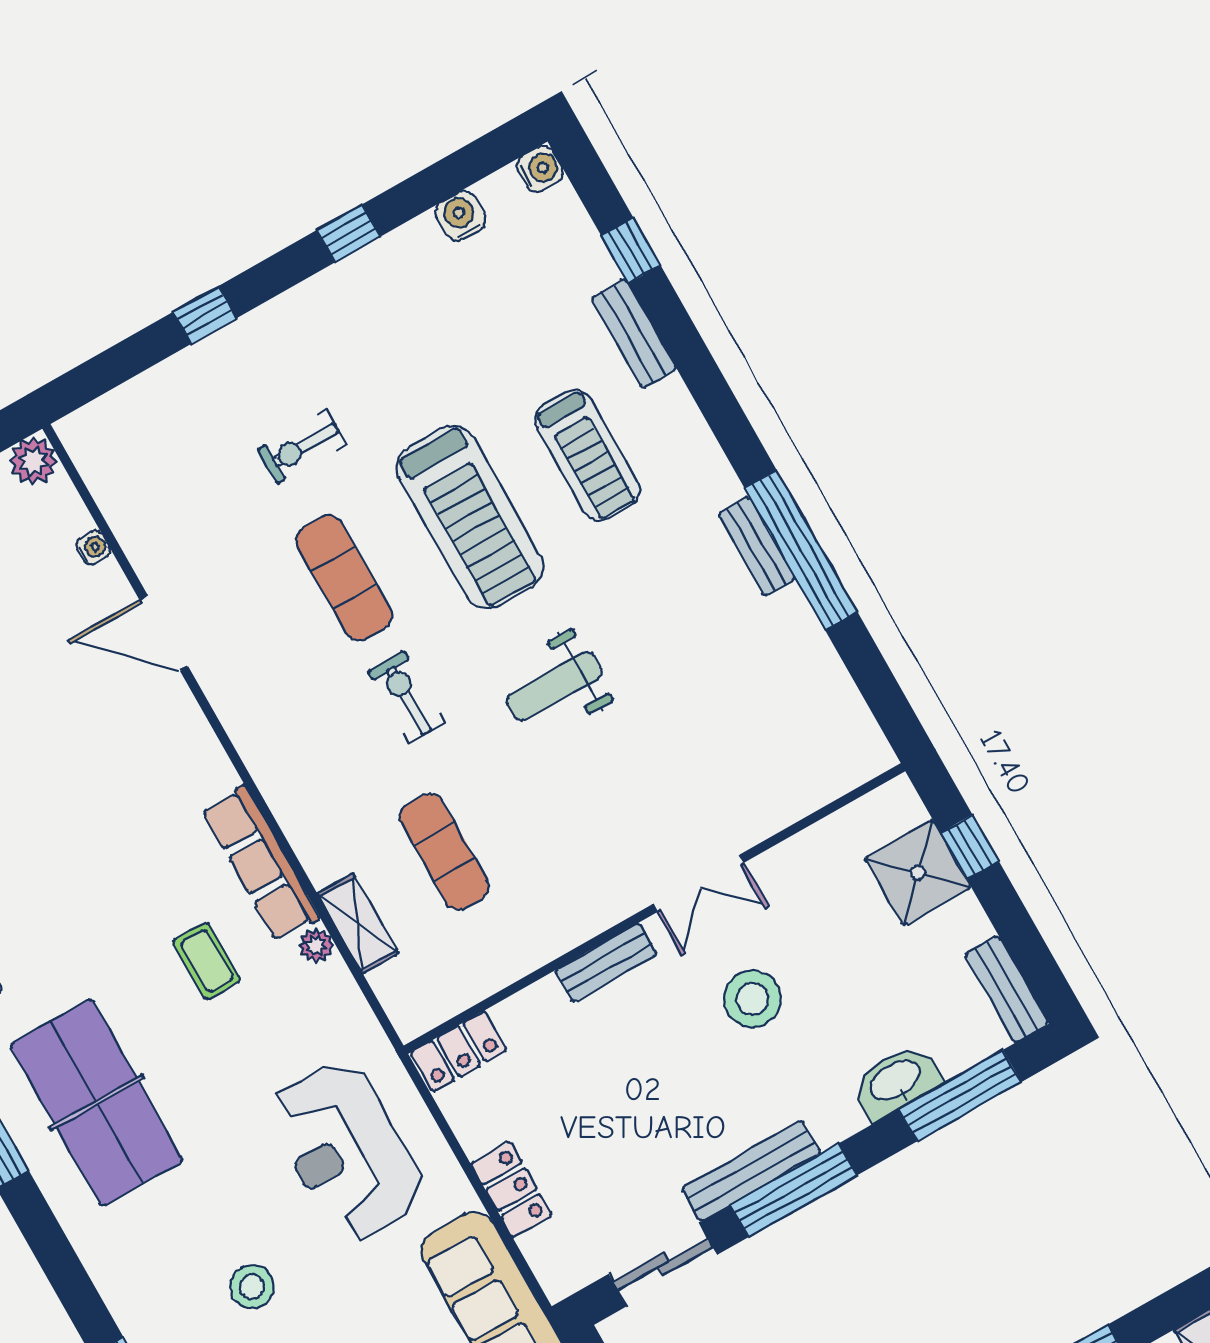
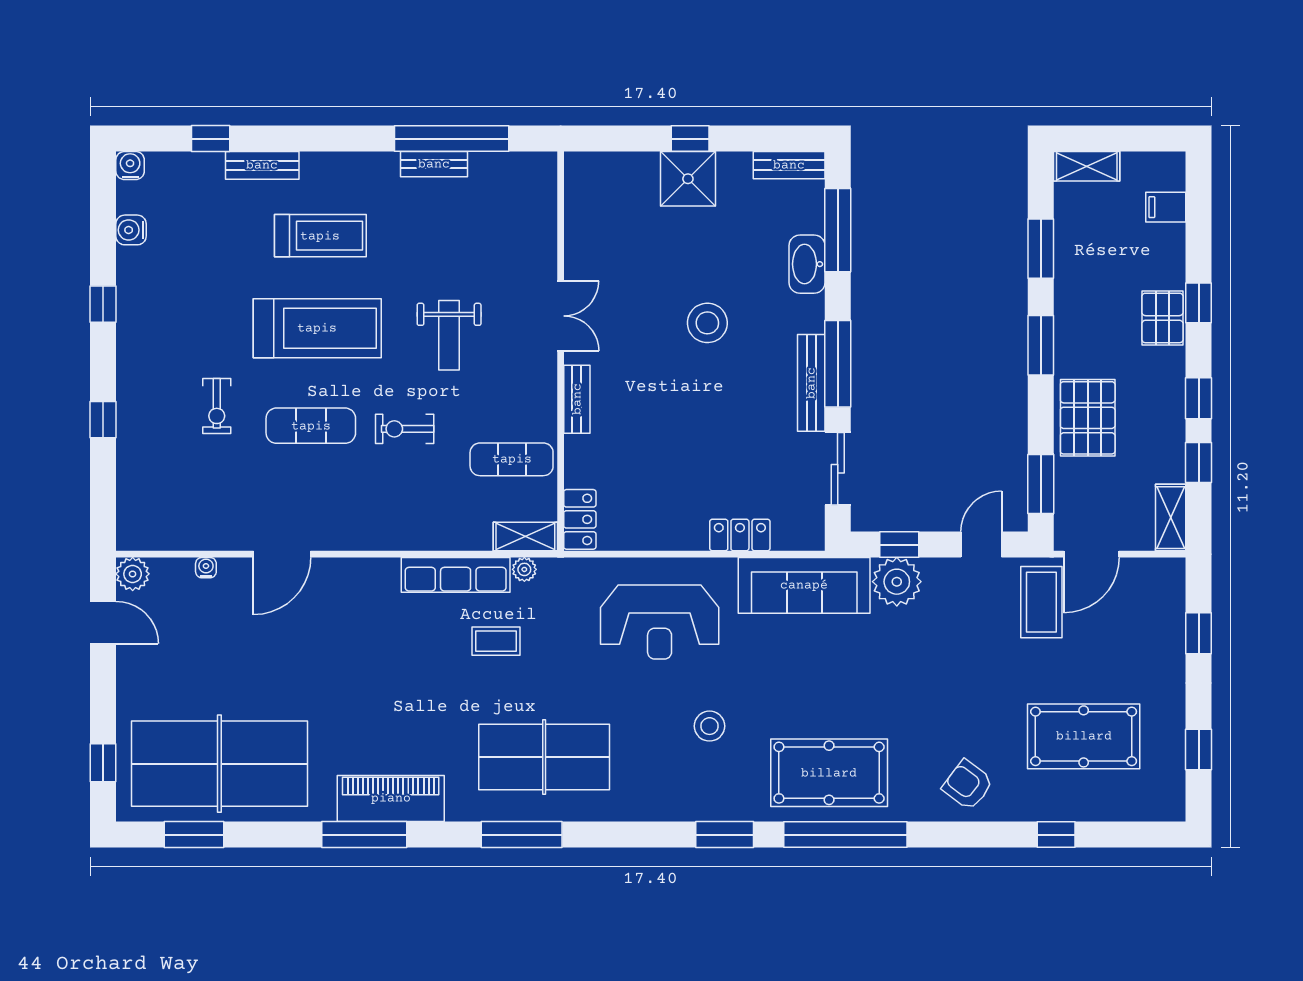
double door: (698, 883) -> (561, 316), moved
wall: (654, 908) -> (561, 351), moved
bench: (606, 963) -> (577, 399), moved
locker: (459, 1051) -> (580, 519), moved

